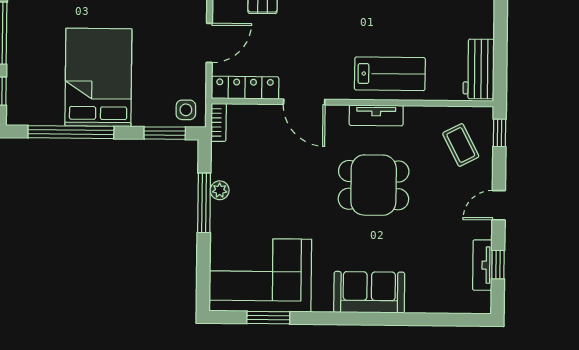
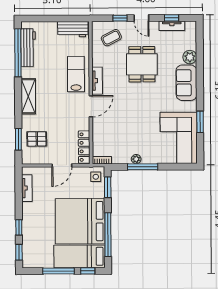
door: (209, 43) -> (62, 165), swing flipped
bed: (29, 75) -> (80, 256), added
bed: (98, 77) -> (80, 221), width x1.36
door: (304, 102) -> (91, 106), moved
window: (499, 133) -> (120, 18), moved
dining table: (374, 185) -> (142, 64), moved
plant: (420, 300) -> (190, 57), added
window: (268, 318) -> (200, 122), moved

